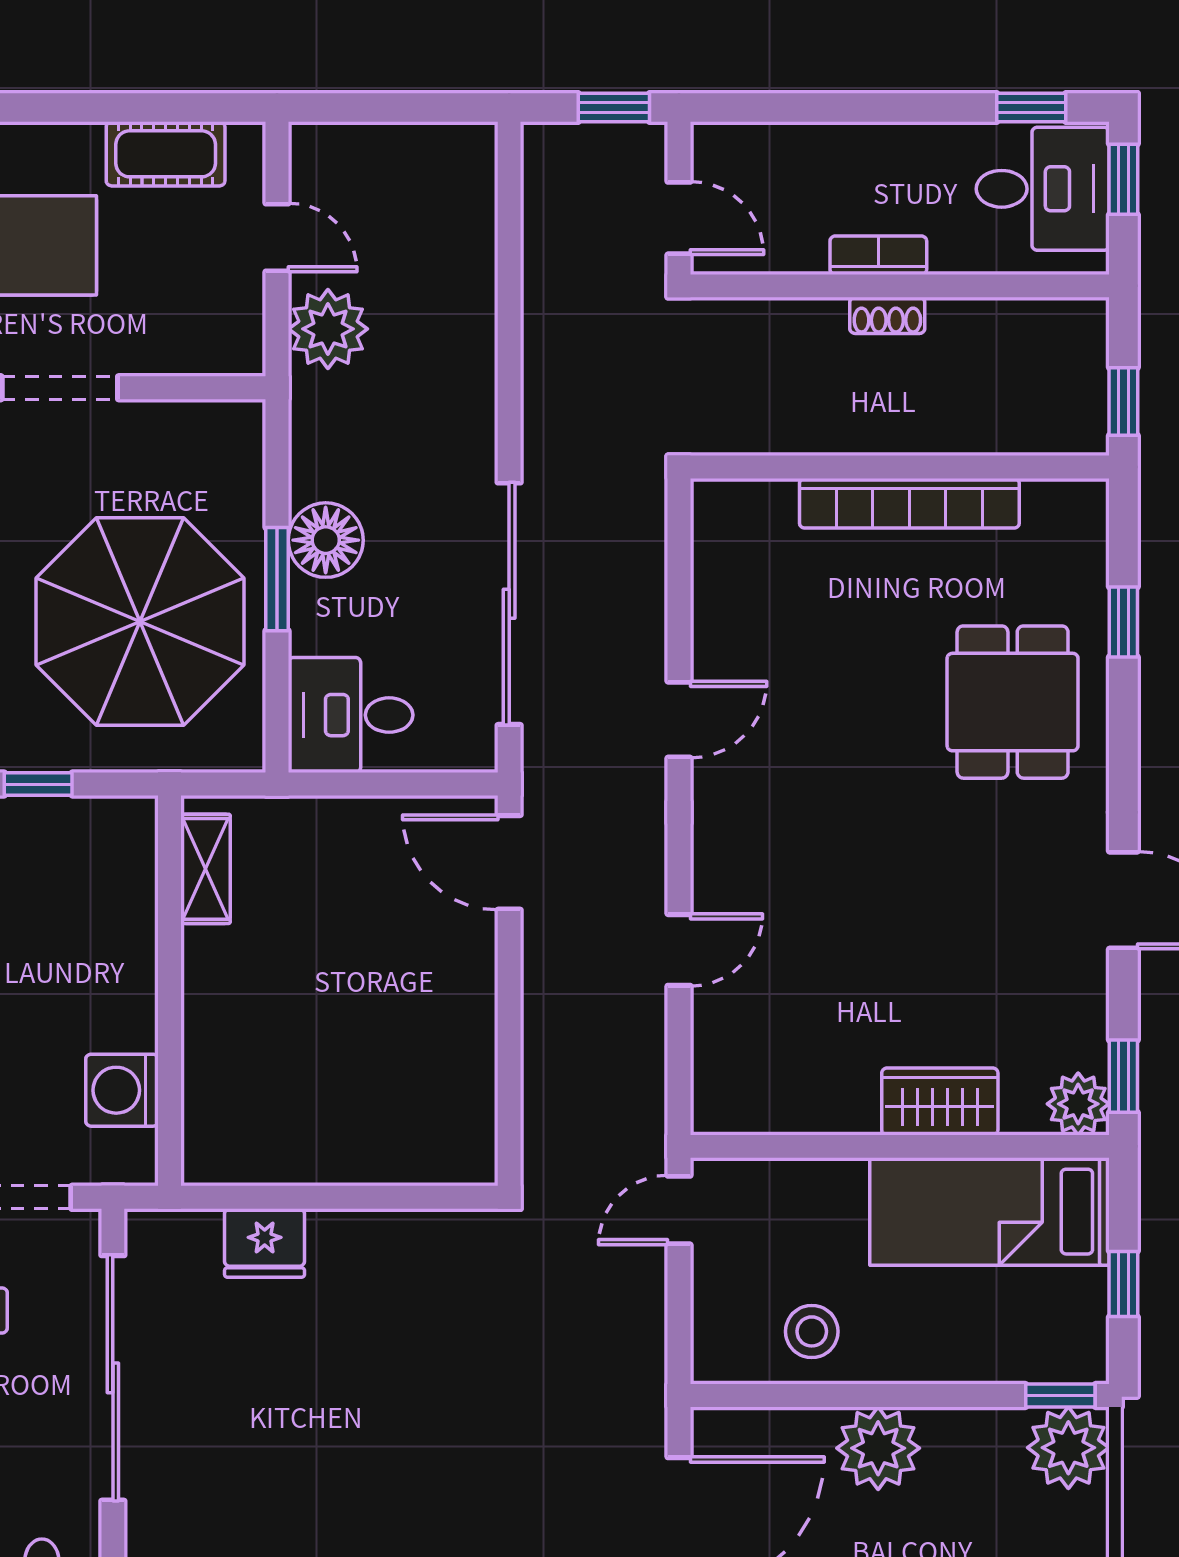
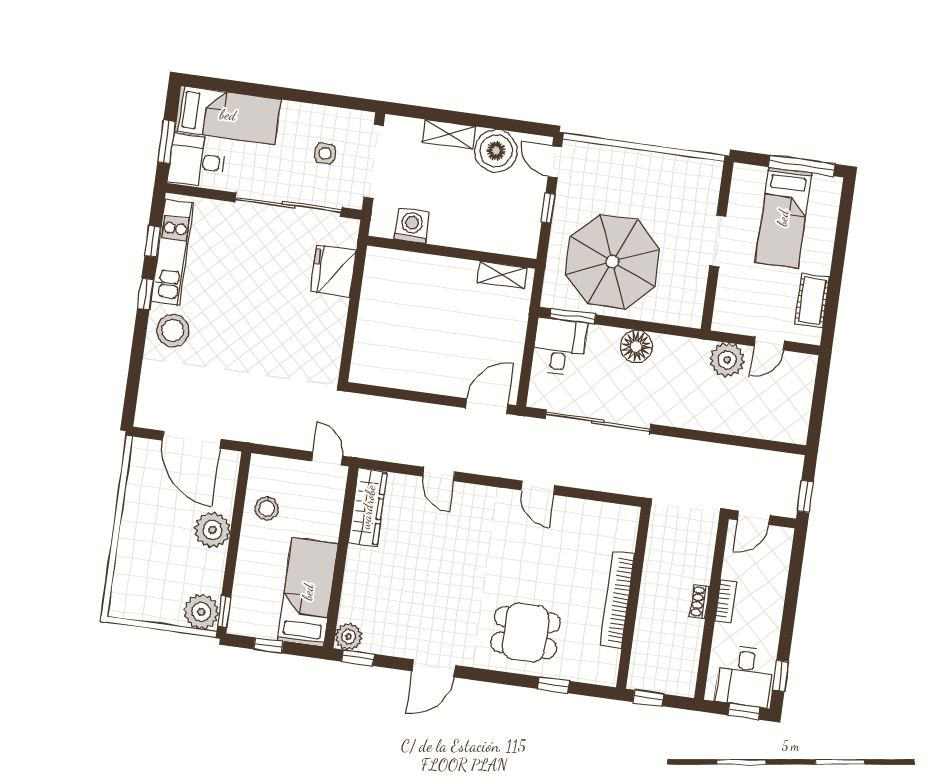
window: (277, 579) -> (573, 316), moved
wardrobe: (940, 1101) -> (368, 507), moved, width x1.50
fridge: (265, 1243) -> (333, 271), width x1.36, depth x1.34

